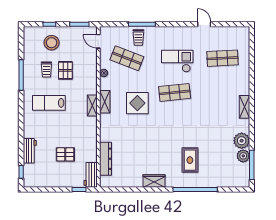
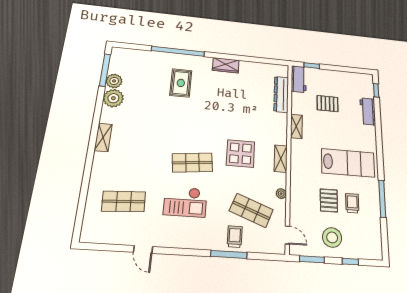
stool: (52, 43) -> (332, 237), moved
lab bench: (49, 103) -> (348, 163), width x1.36, depth x1.39
shelving: (92, 105) -> (296, 126), moved

